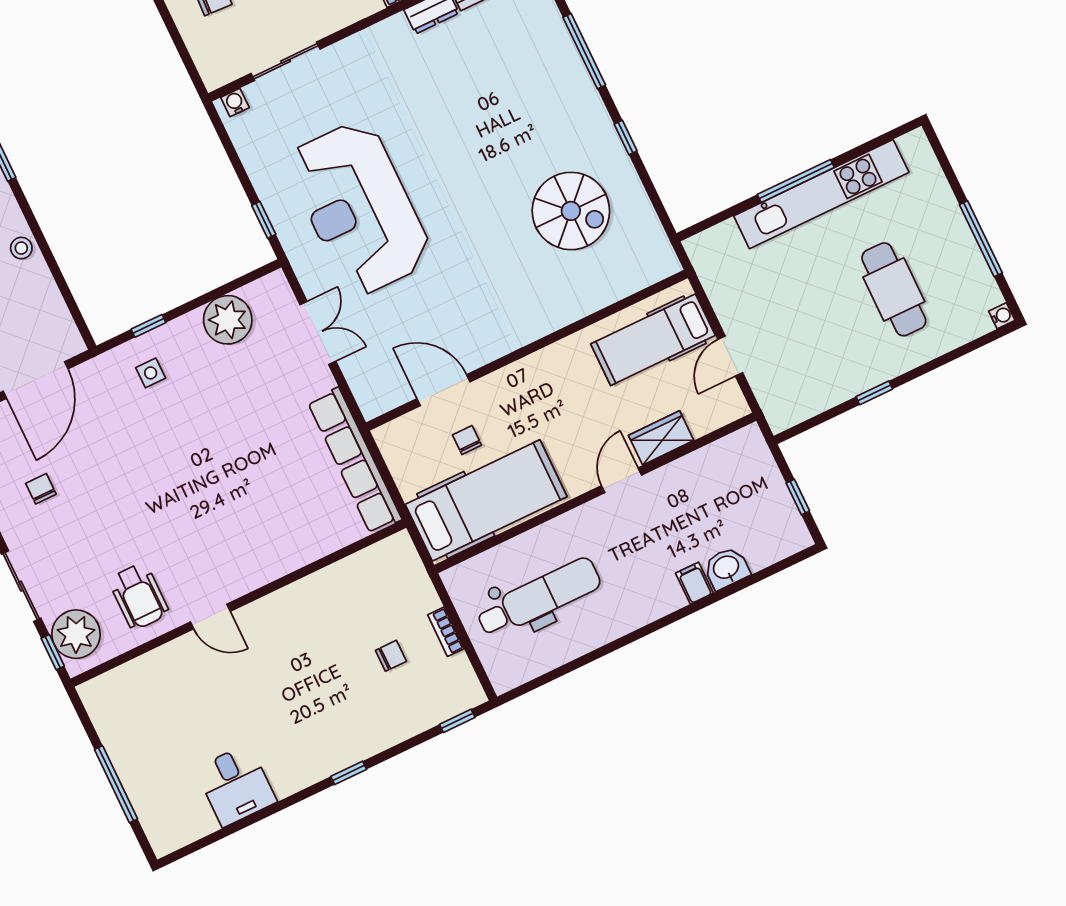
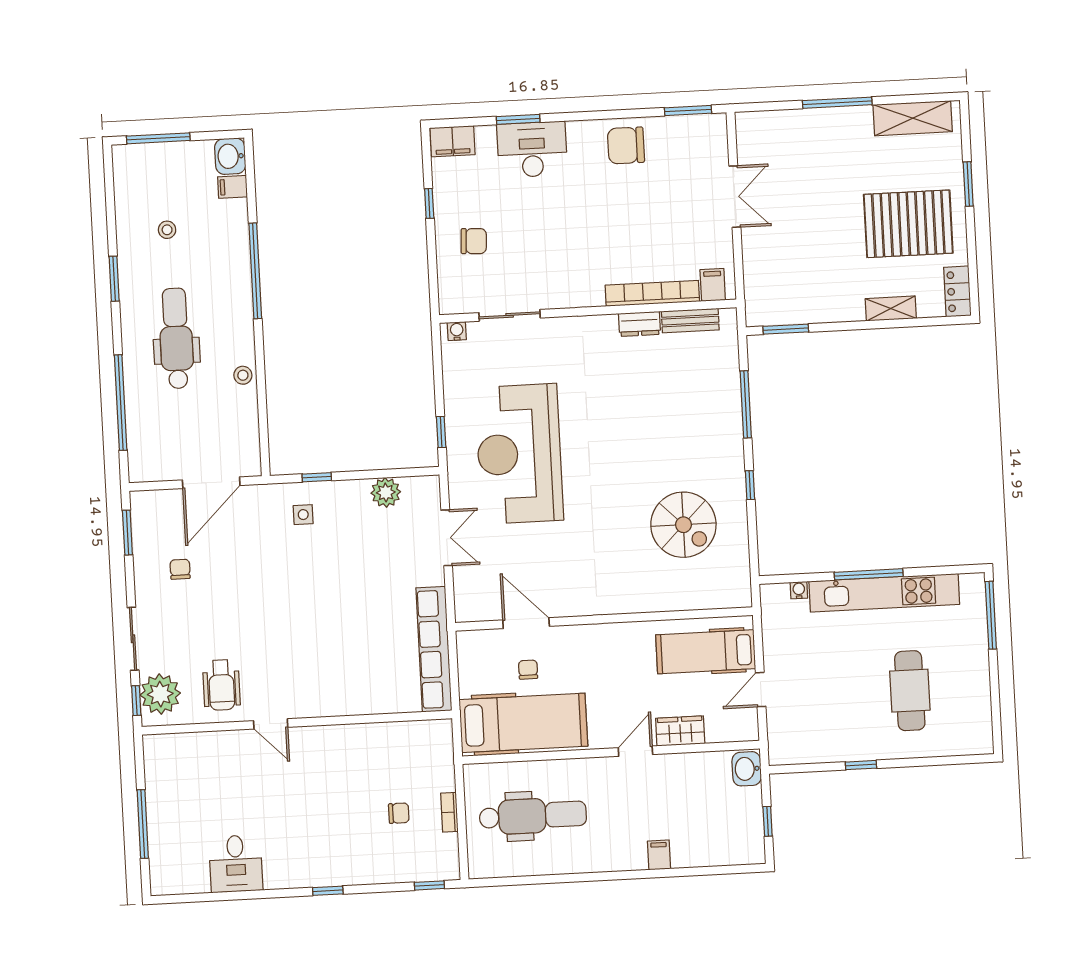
window: (981, 239) -> (991, 615), moved
water cooler: (1002, 316) -> (799, 590), moved, turned -90
plant: (228, 320) -> (386, 492), width x0.73, depth x0.73
washbasin: (726, 568) -> (747, 769), moved, turned -90

